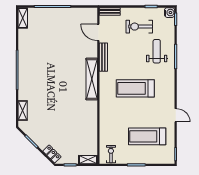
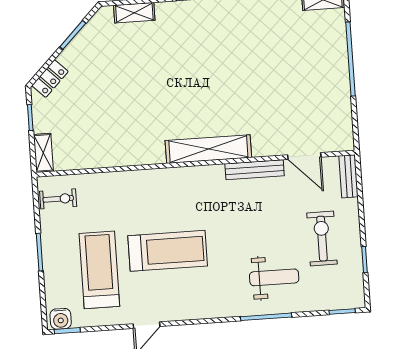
water cooler: (170, 13) -> (61, 319), moved
door: (98, 32) -> (304, 156), swing flipped
treadmill: (135, 88) -> (168, 251), moved, turned 90

